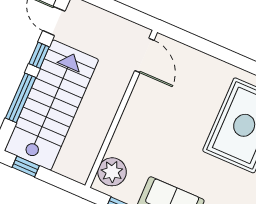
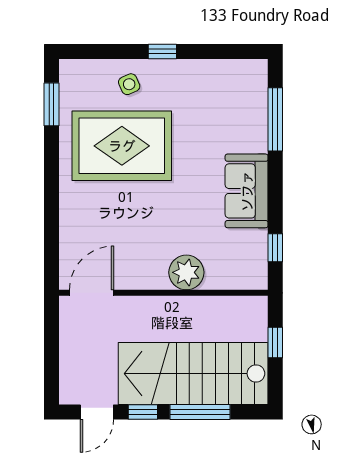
window: (26, 167) -> (275, 342), moved
plant: (112, 172) -> (186, 272), moved

